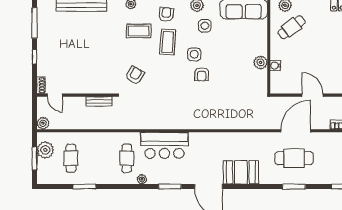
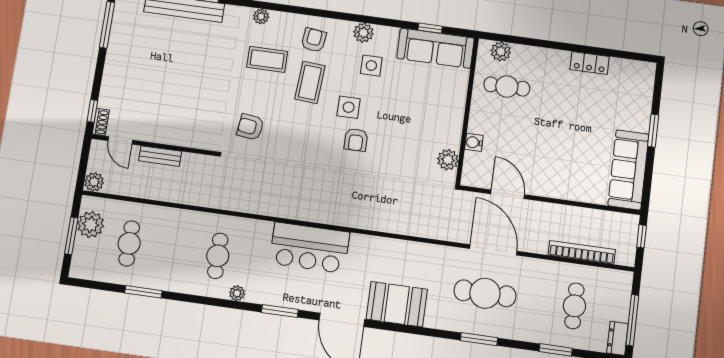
cafe table: (292, 27) -> (507, 87), turned 37
window: (34, 57) -> (92, 111), moved
plant: (261, 62) -> (448, 160), moved
armchair: (135, 75) -> (250, 127), turned -113
door: (313, 95) -> (508, 194), moved
bench: (99, 101) -> (160, 156), moved
door: (296, 131) -> (493, 250), hinge flipped
bar counter: (164, 145) -> (309, 248), moved

